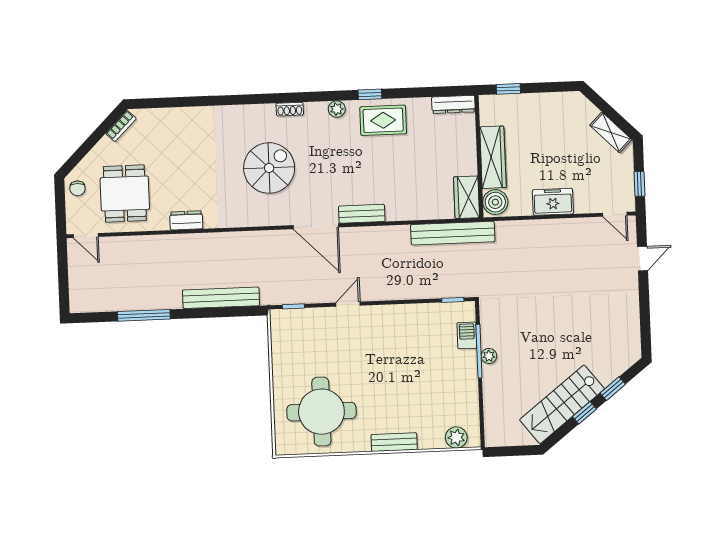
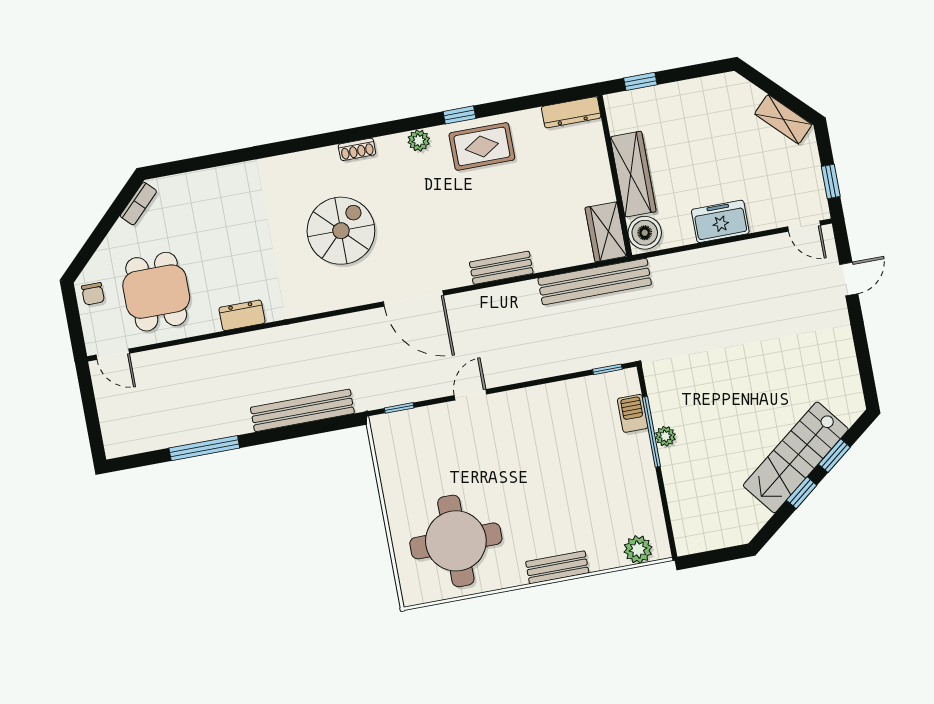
bench: (362, 214) -> (501, 268), moved
stairs: (562, 404) -> (796, 457), moved

